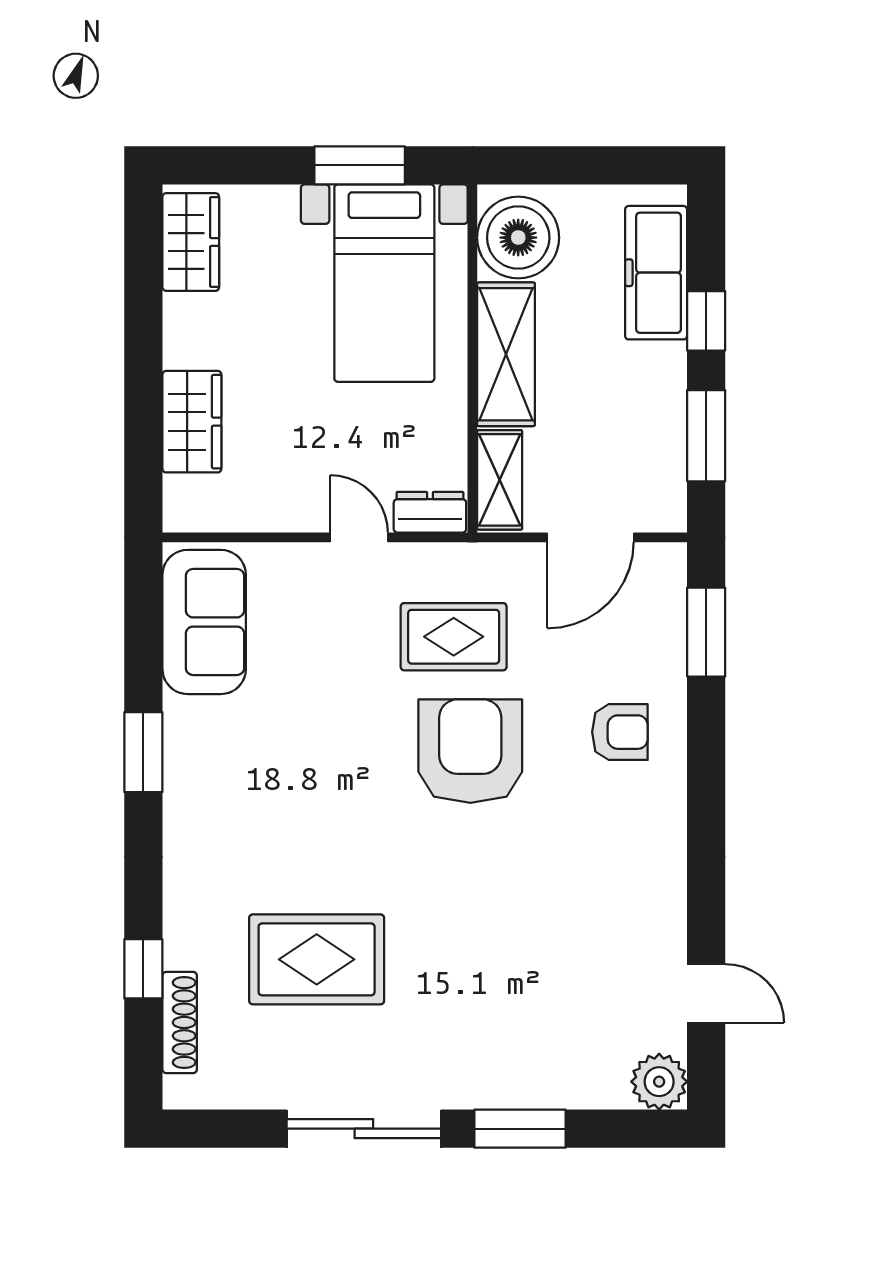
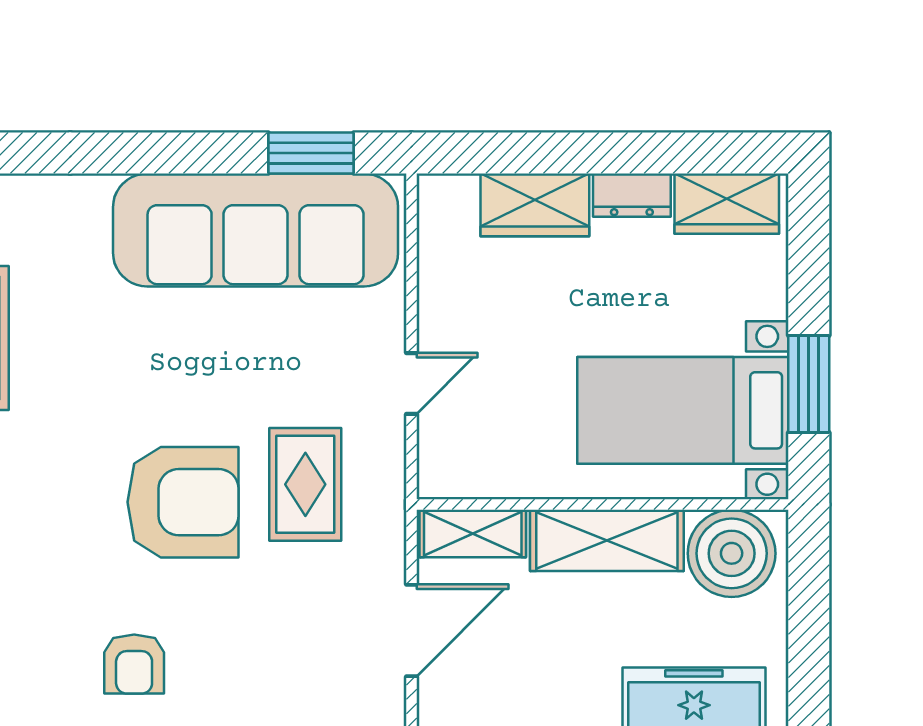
dresser: (430, 512) -> (632, 195), moved, turned 90
door: (590, 537) -> (411, 630), swing flipped
sofa: (204, 622) -> (256, 230), width x1.85, depth x1.27
armchair: (620, 732) -> (134, 664), moved
window: (143, 752) -> (311, 153), moved

